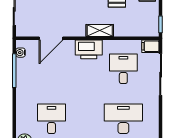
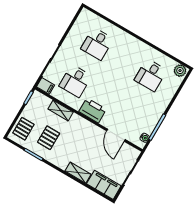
shelving: (100, 30) -> (61, 111), moved
door: (51, 38) -> (116, 135), swing flipped
desk: (123, 119) -> (97, 44), width x0.73

